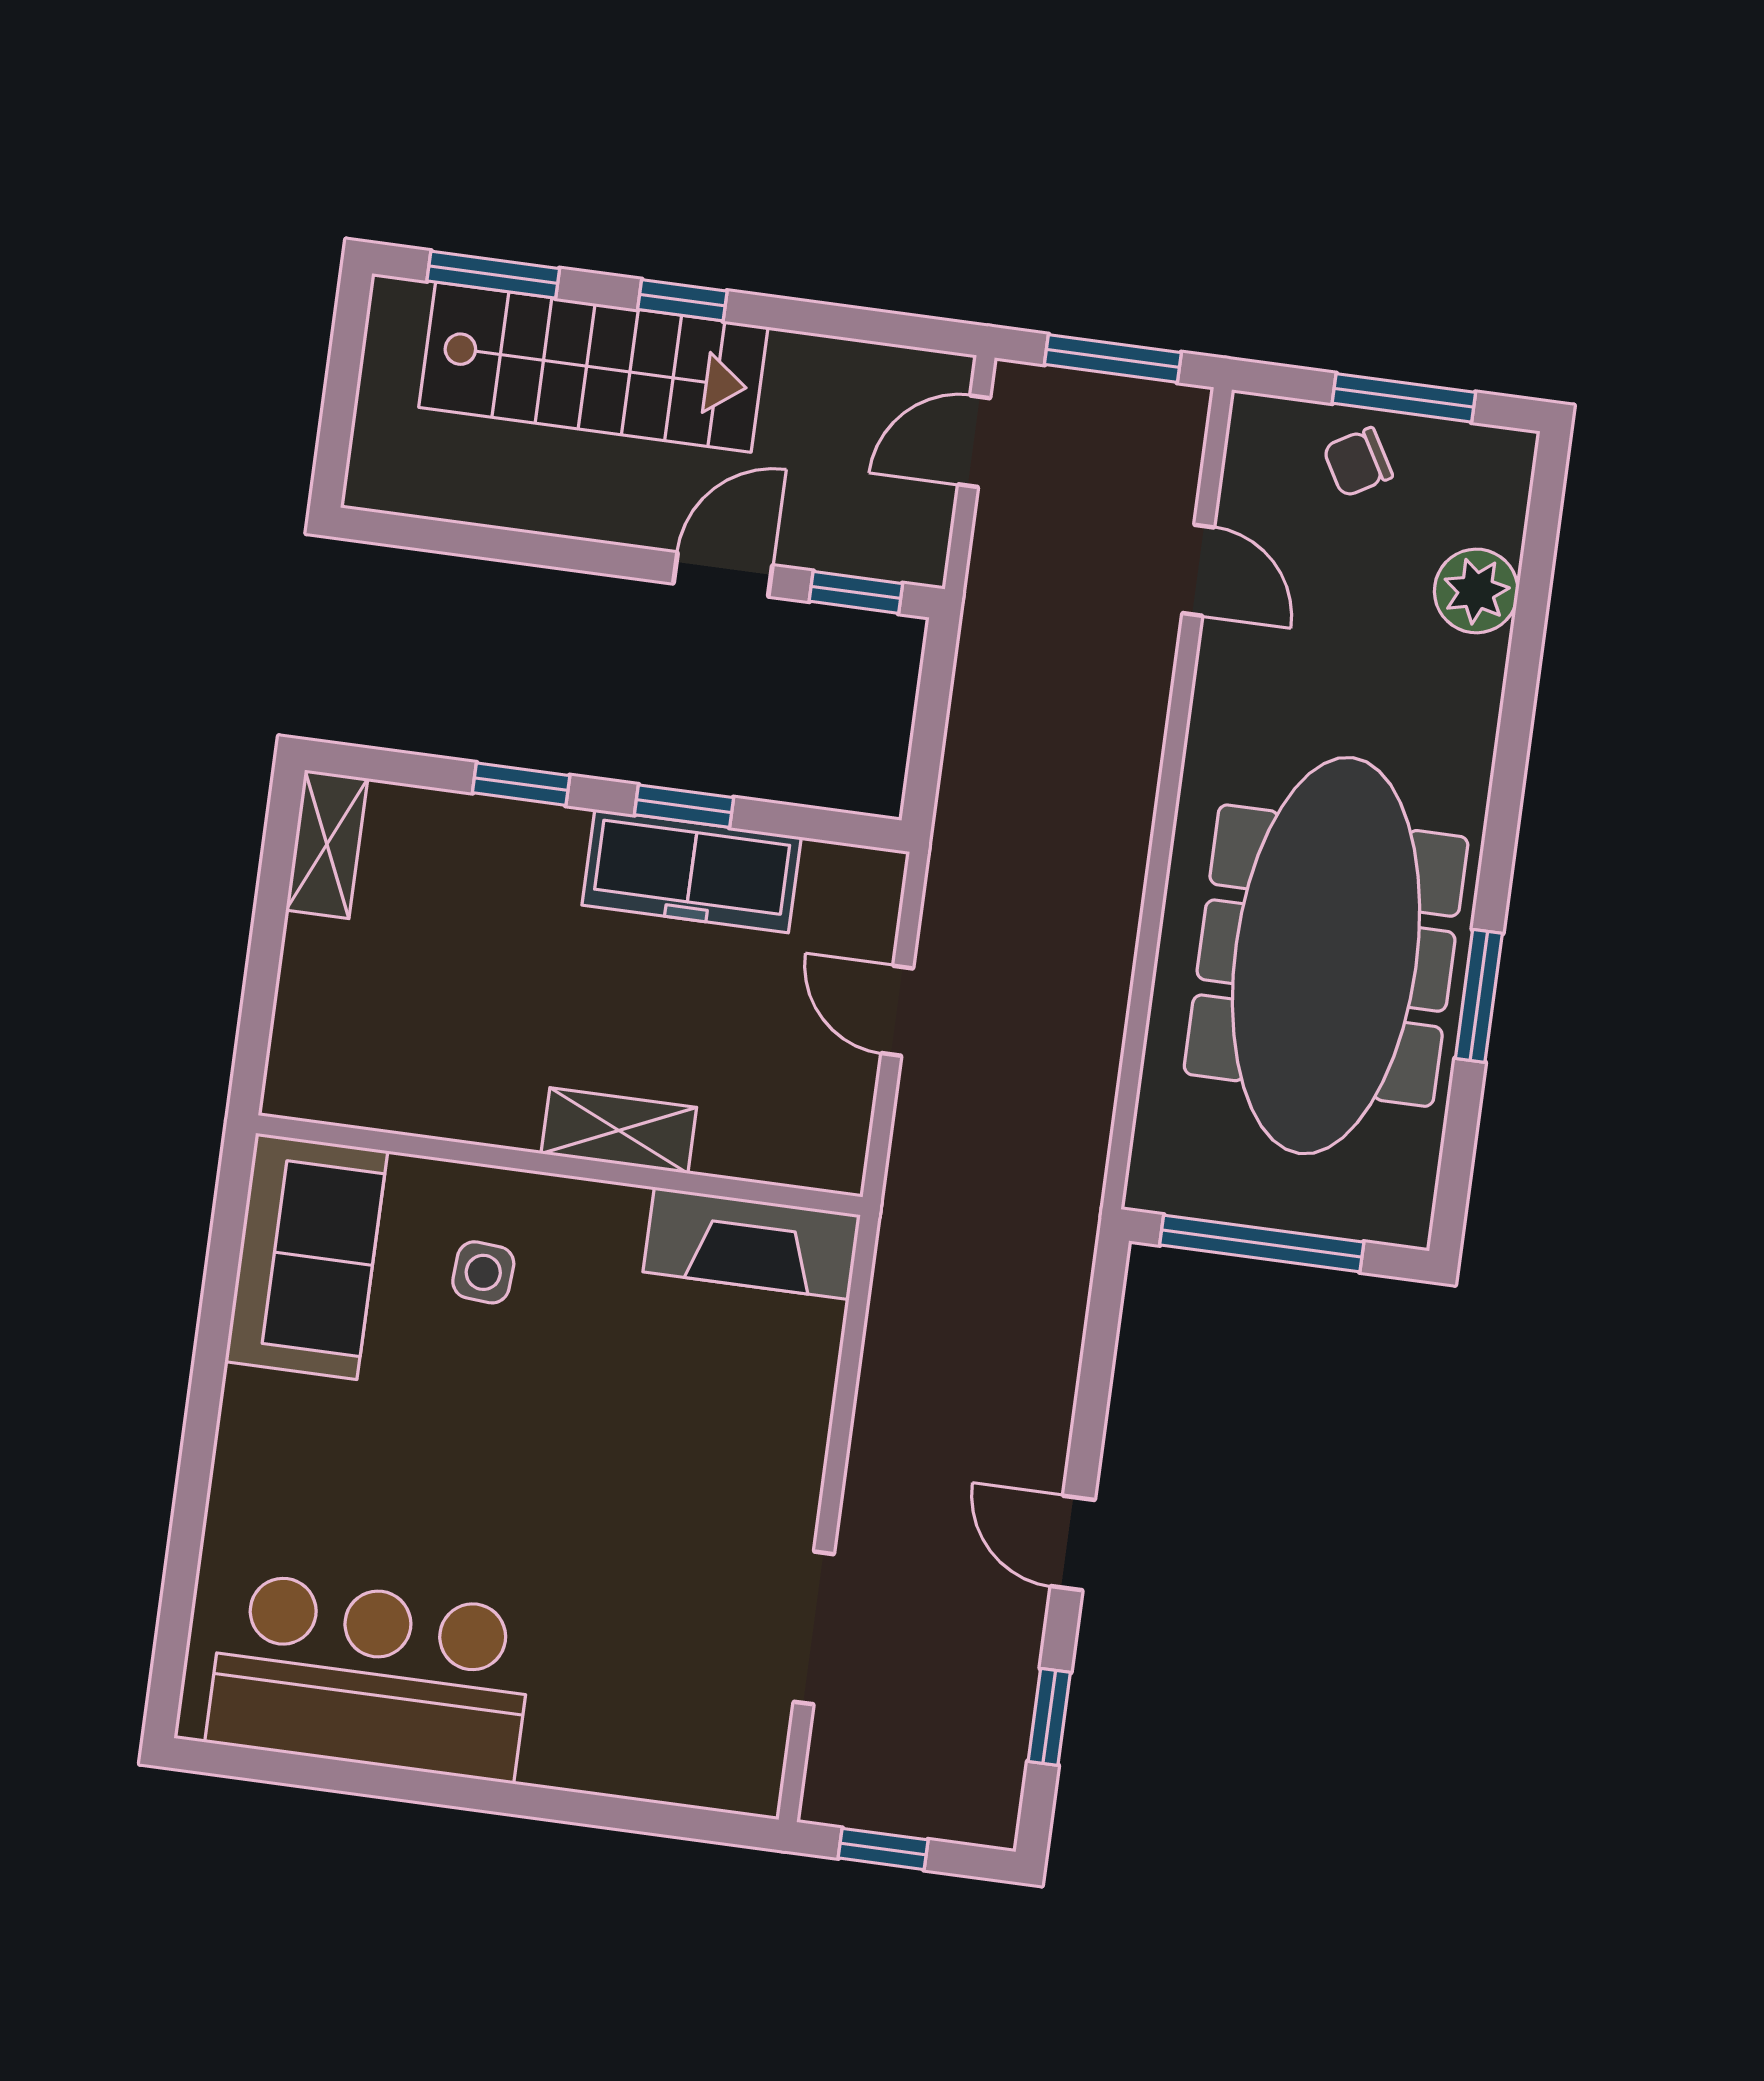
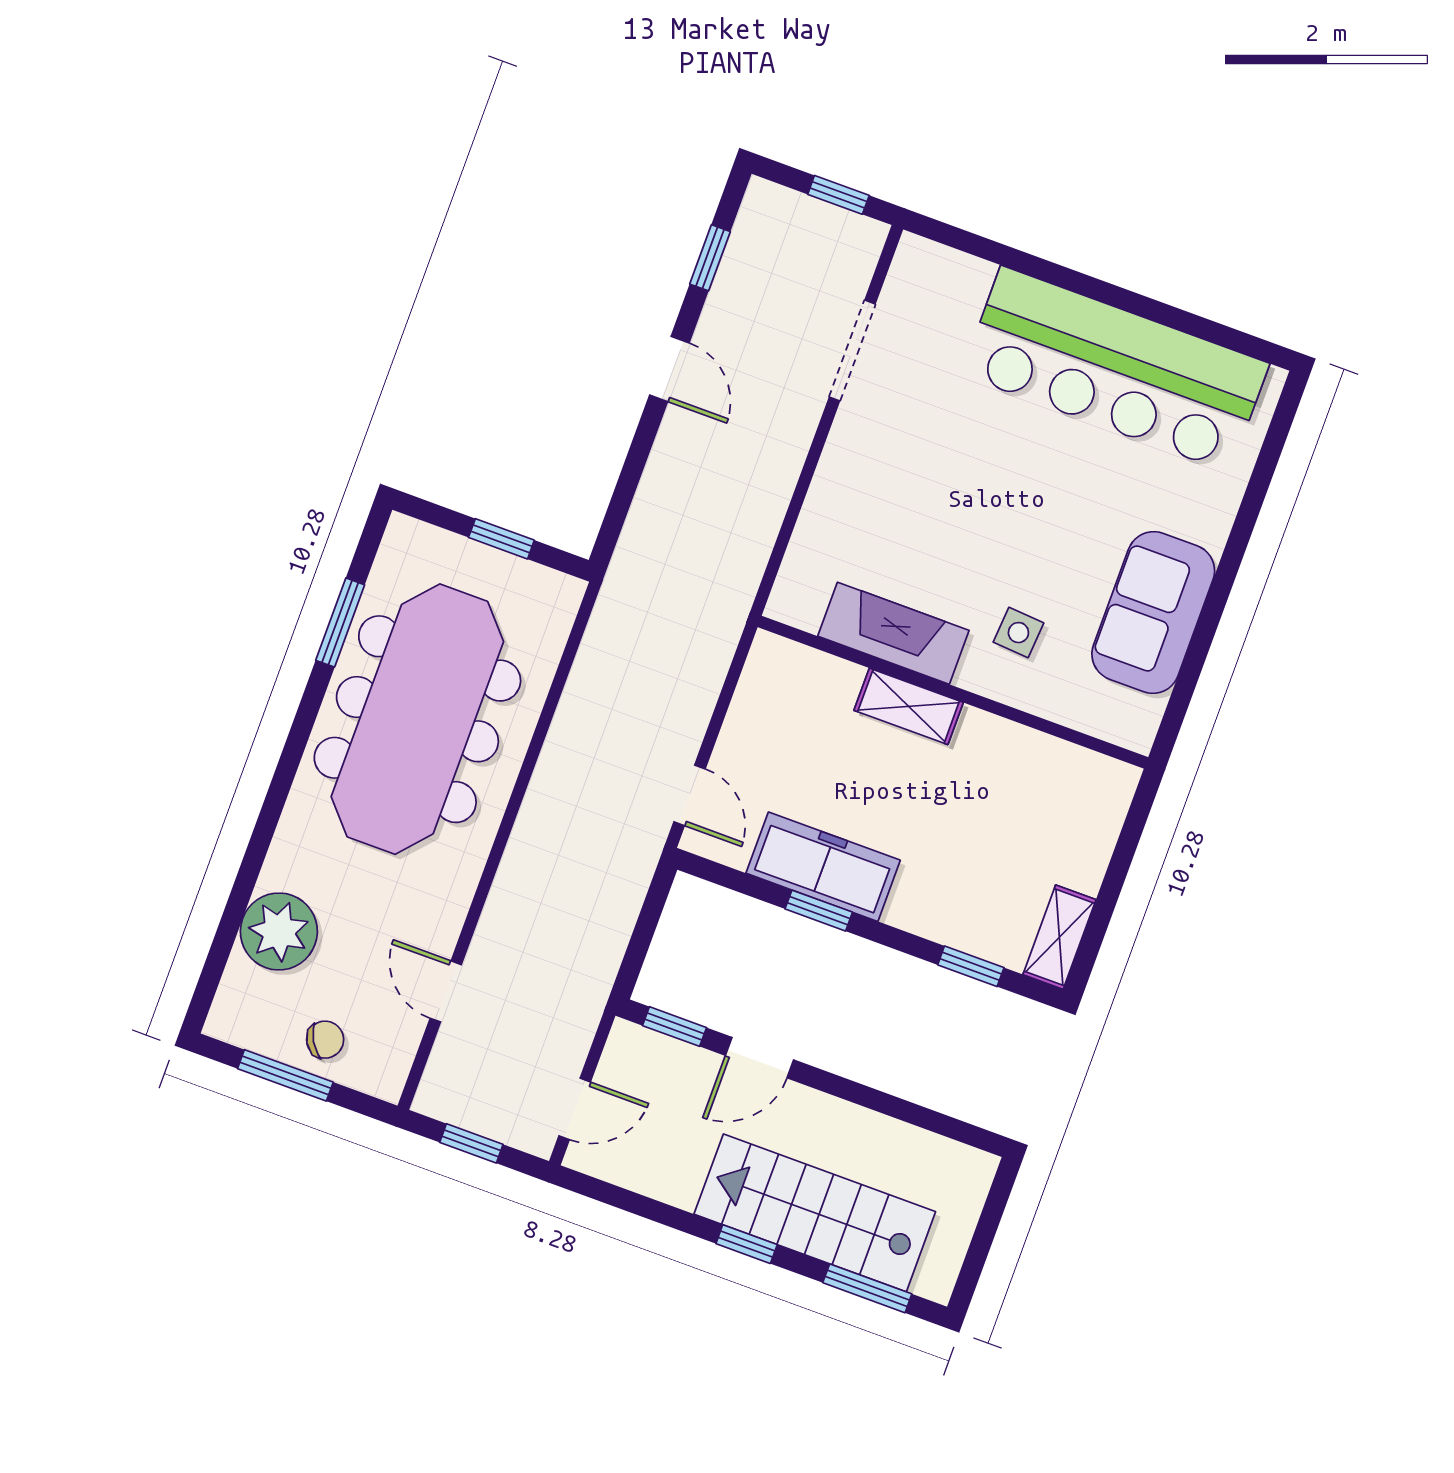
window: (1113, 358) -> (471, 1143), width x0.67
plant: (1476, 591) -> (279, 931), width x1.36, depth x1.36
window: (521, 784) -> (971, 966), moved
window: (1479, 996) -> (340, 623), moved
door: (897, 1011) -> (689, 795), moved
fireplace: (752, 1243) -> (893, 633), moved
window: (1262, 1244) -> (501, 539), width x0.46
sofa: (306, 1256) -> (1153, 612), moved
bar counter: (371, 1677) -> (1115, 369), width x1.36

